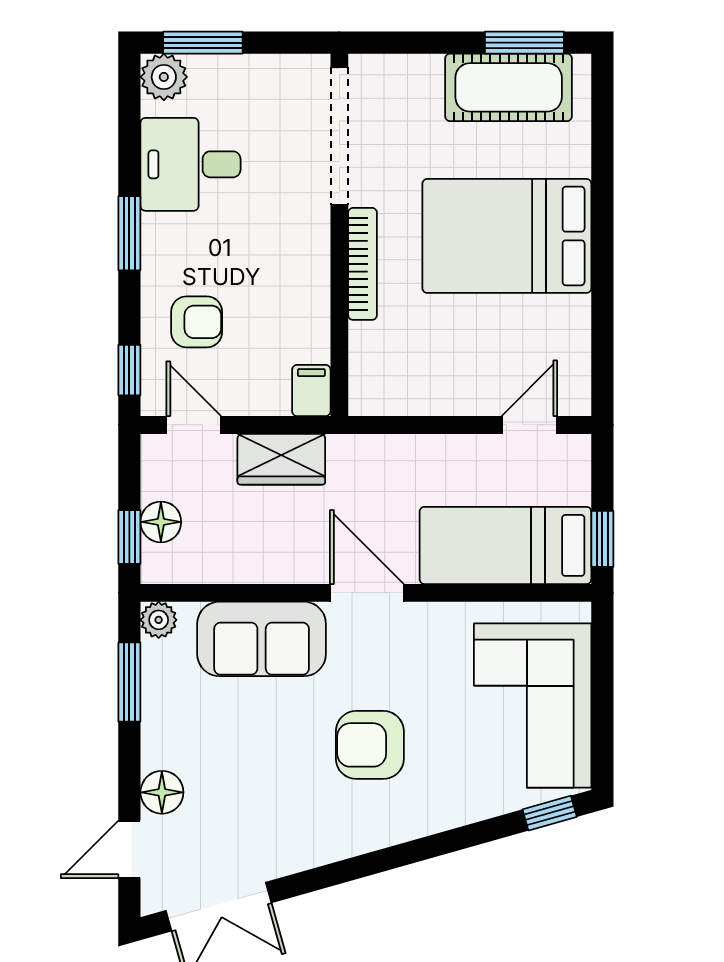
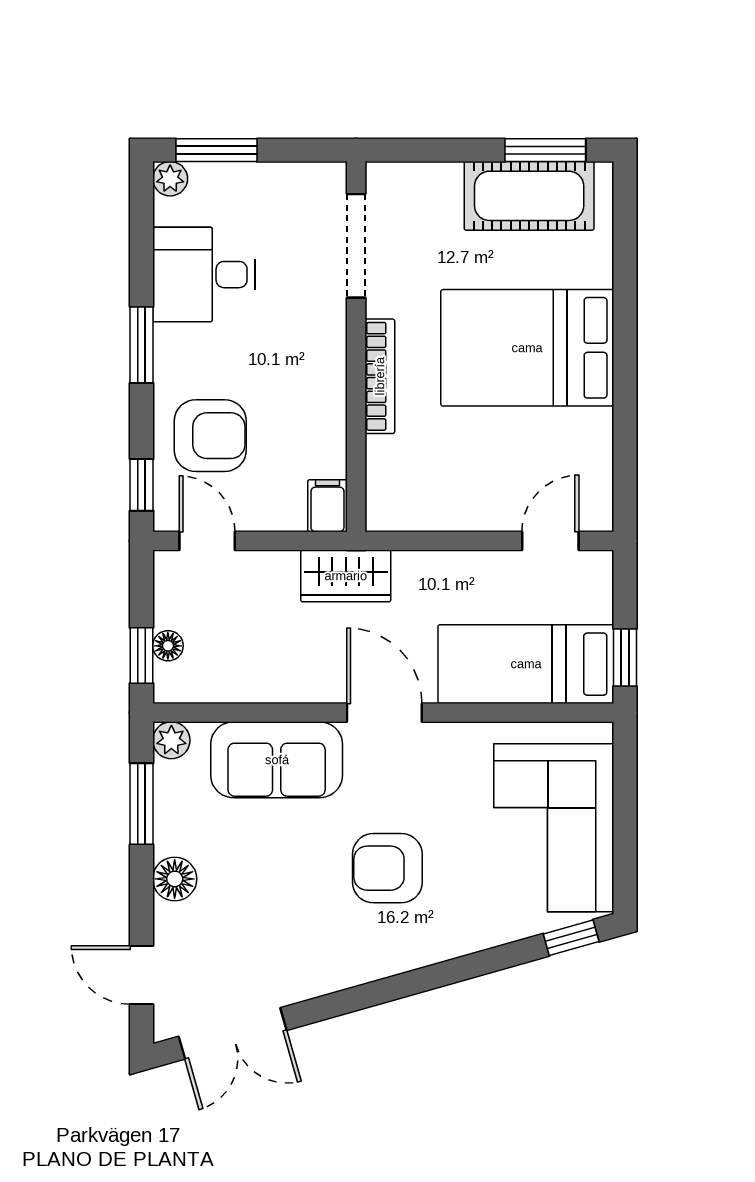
plant: (164, 77) -> (170, 179), width x0.73, depth x0.73
doorway: (339, 136) -> (356, 246), width x0.73
armchair: (197, 322) -> (210, 436), width x1.38, depth x1.38
wardrobe: (281, 459) -> (346, 576), moved
floor lamp: (161, 522) -> (168, 646), width x0.73, depth x0.73
floor lamp: (162, 792) -> (175, 879), moved
door: (129, 849) -> (141, 975), hinge flipped

